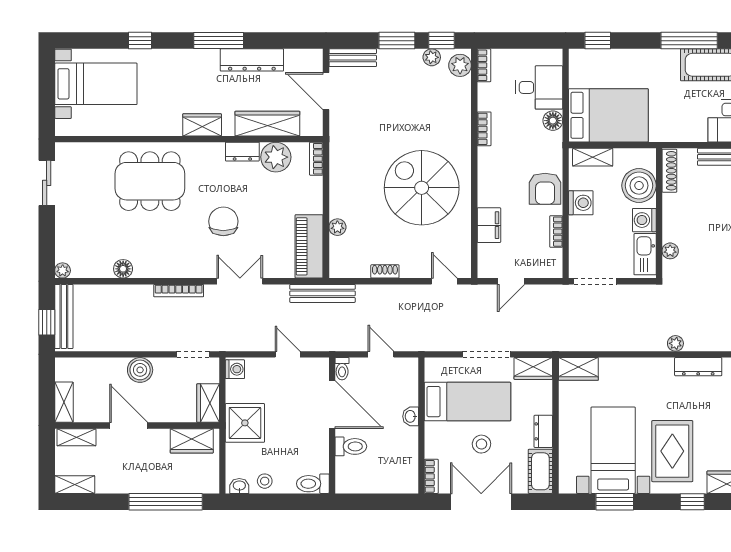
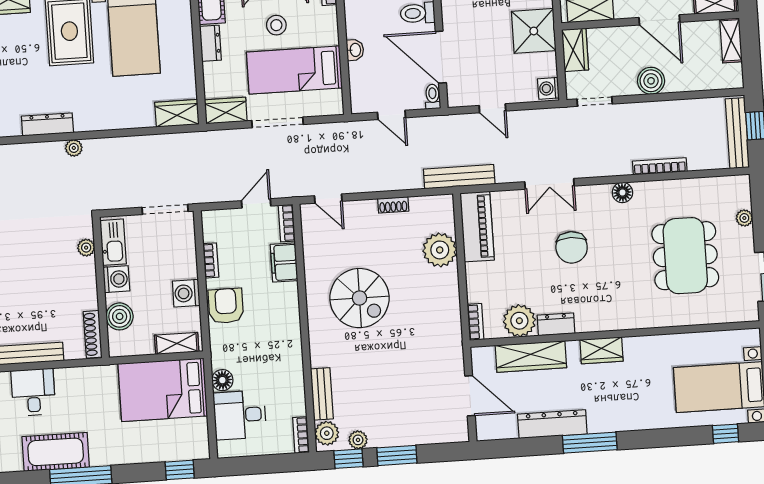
window: (140, 41) -> (726, 434), moved
bench: (353, 58) -> (322, 394), moved, turned 90
bookcase: (484, 129) -> (287, 223), moved
dining table: (150, 181) -> (685, 256), moved, turned 90
boiler: (639, 186) -> (120, 316), width x0.73, depth x0.73
spiral stairs: (422, 188) -> (359, 298), width x0.73, depth x0.73
plant: (337, 227) -> (440, 250), width x1.87, depth x1.87
floor lamp: (123, 269) -> (622, 193), moved
plant: (63, 270) -> (744, 218), moved
bookcase: (179, 291) -> (660, 166), moved

